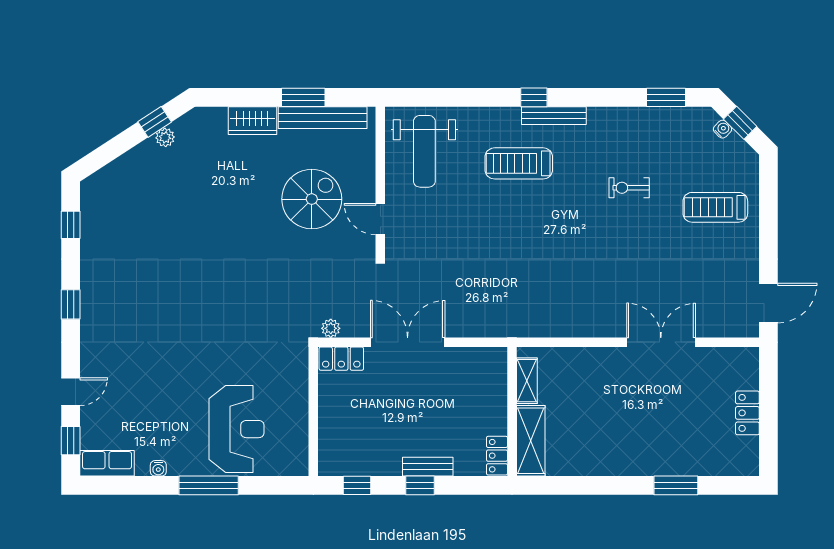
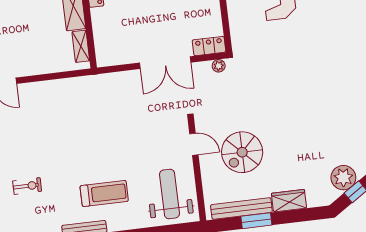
plant: (165, 137) -> (343, 178), width x1.87, depth x1.87

